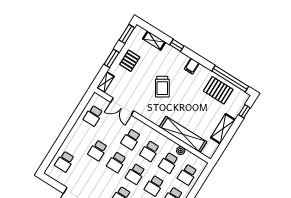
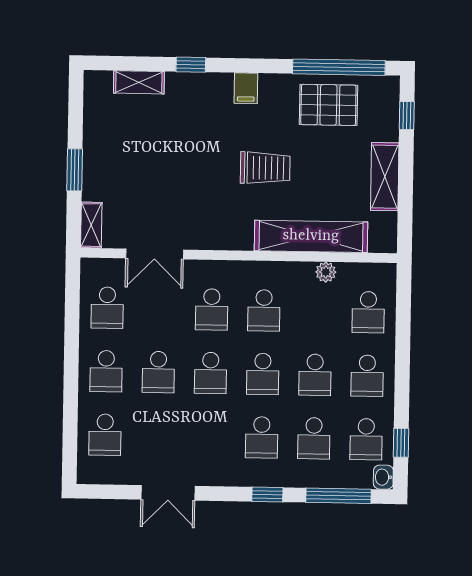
window: (127, 34) -> (76, 102), removed
pallet: (130, 61) -> (114, 153), removed
trolley: (162, 87) -> (265, 168), moved, turned -58
school desk: (168, 163) -> (106, 371), moved

